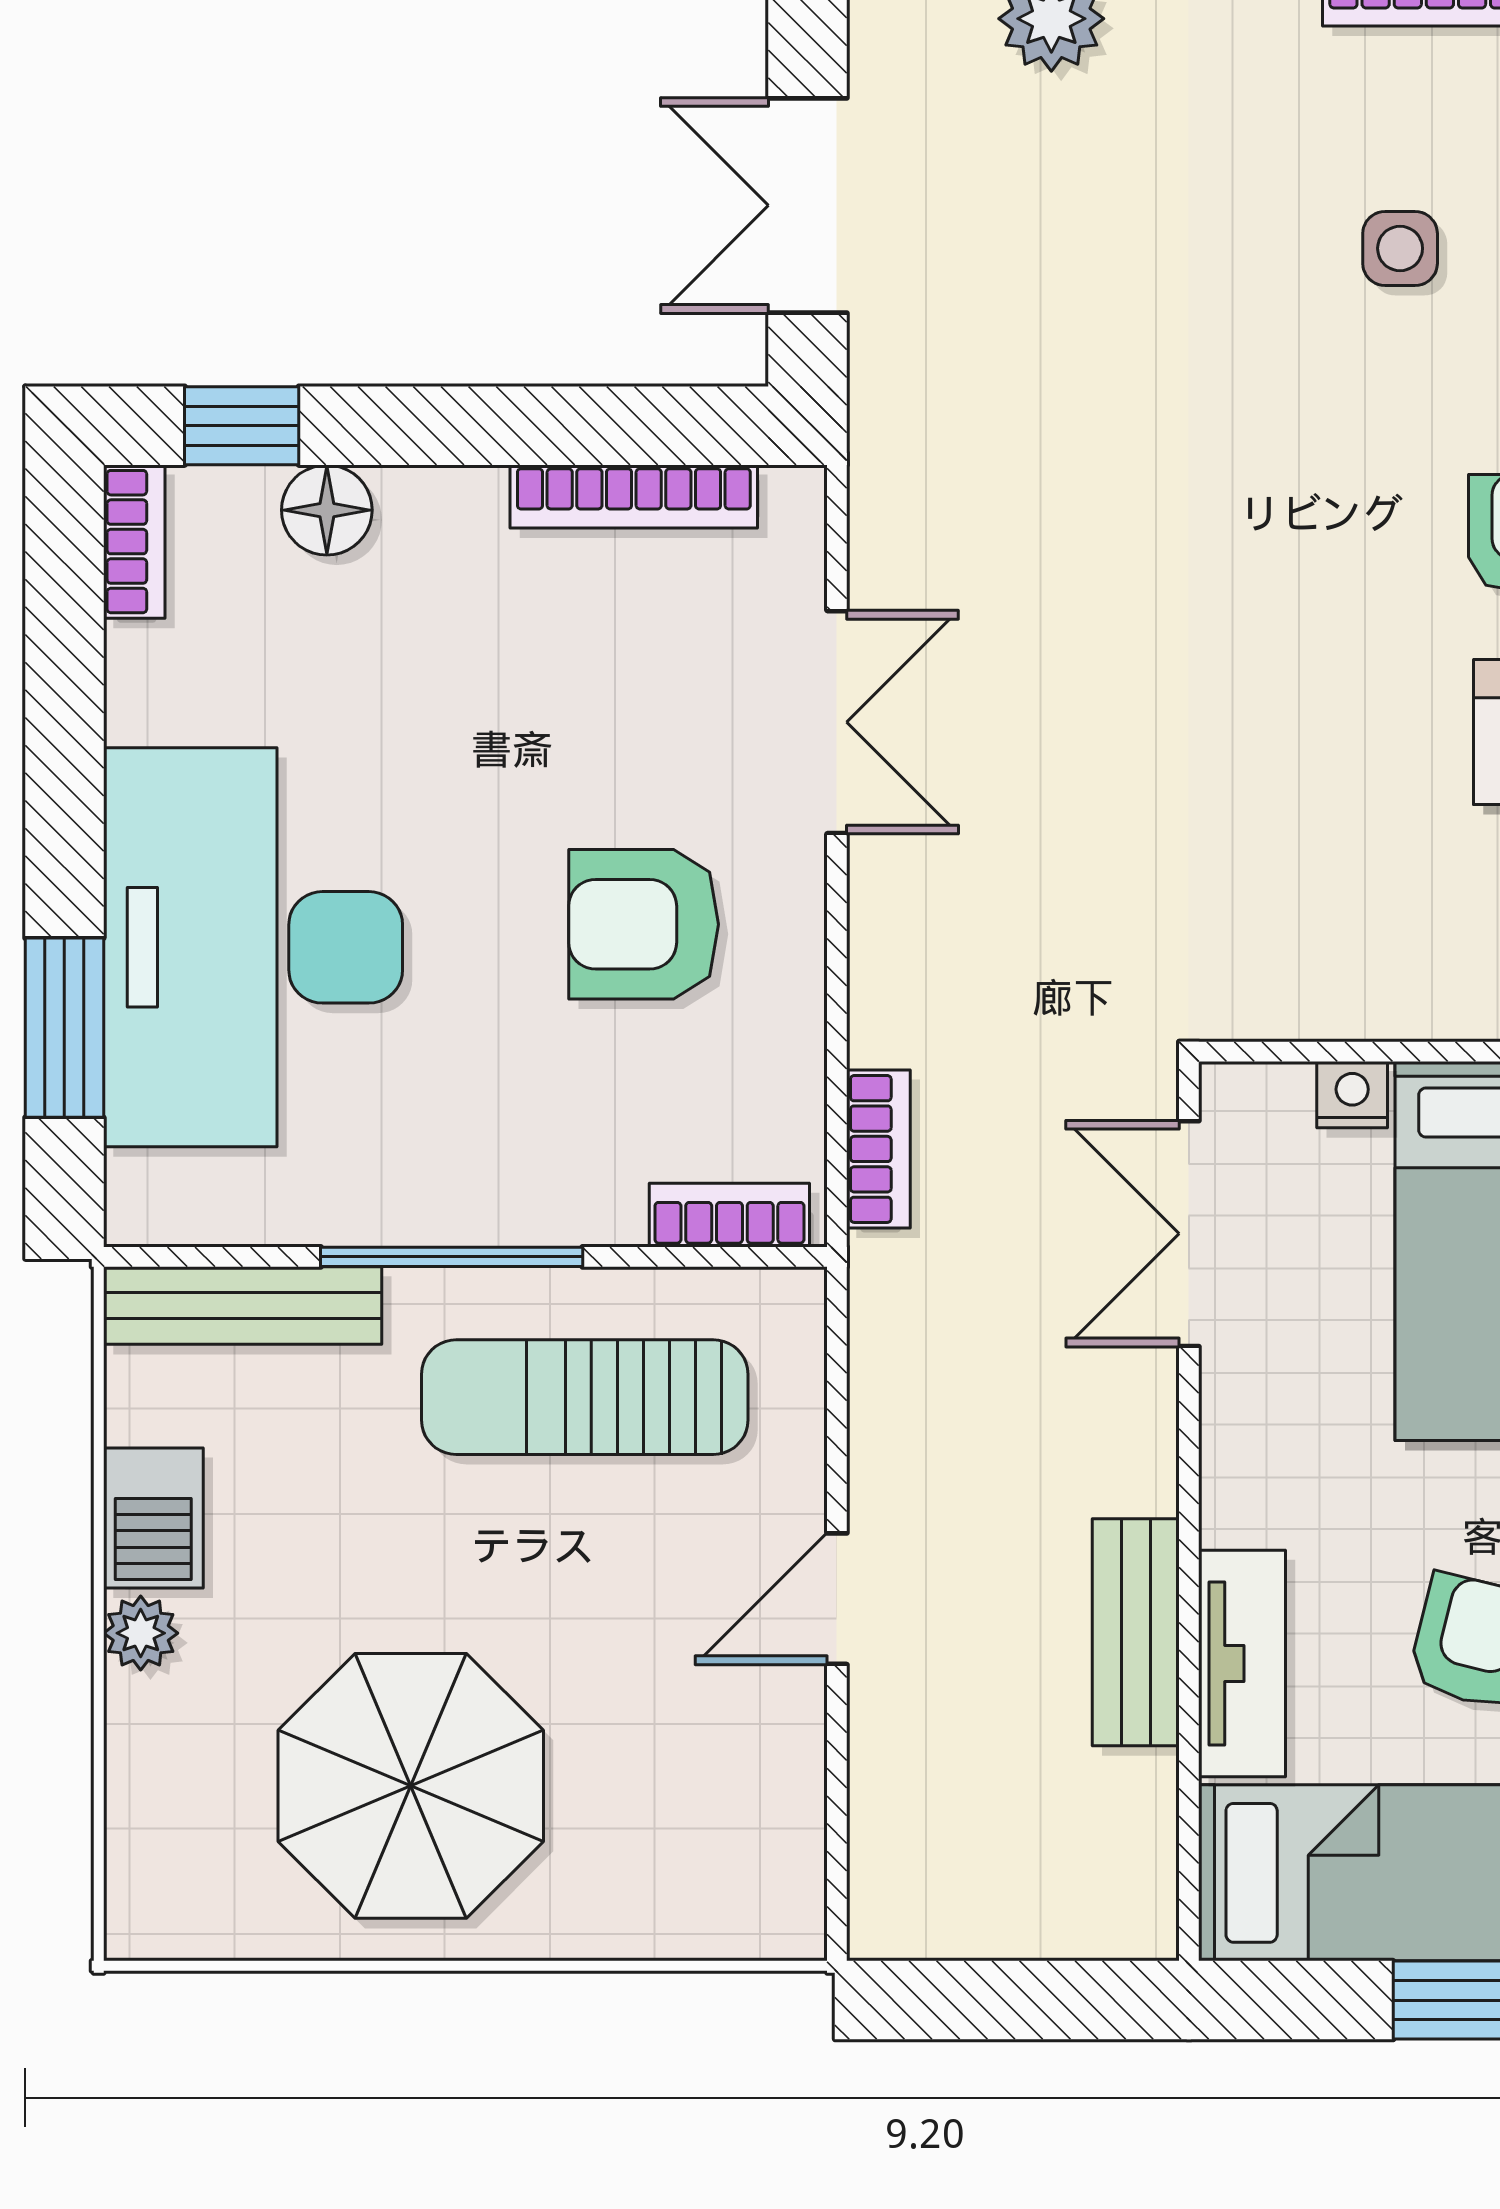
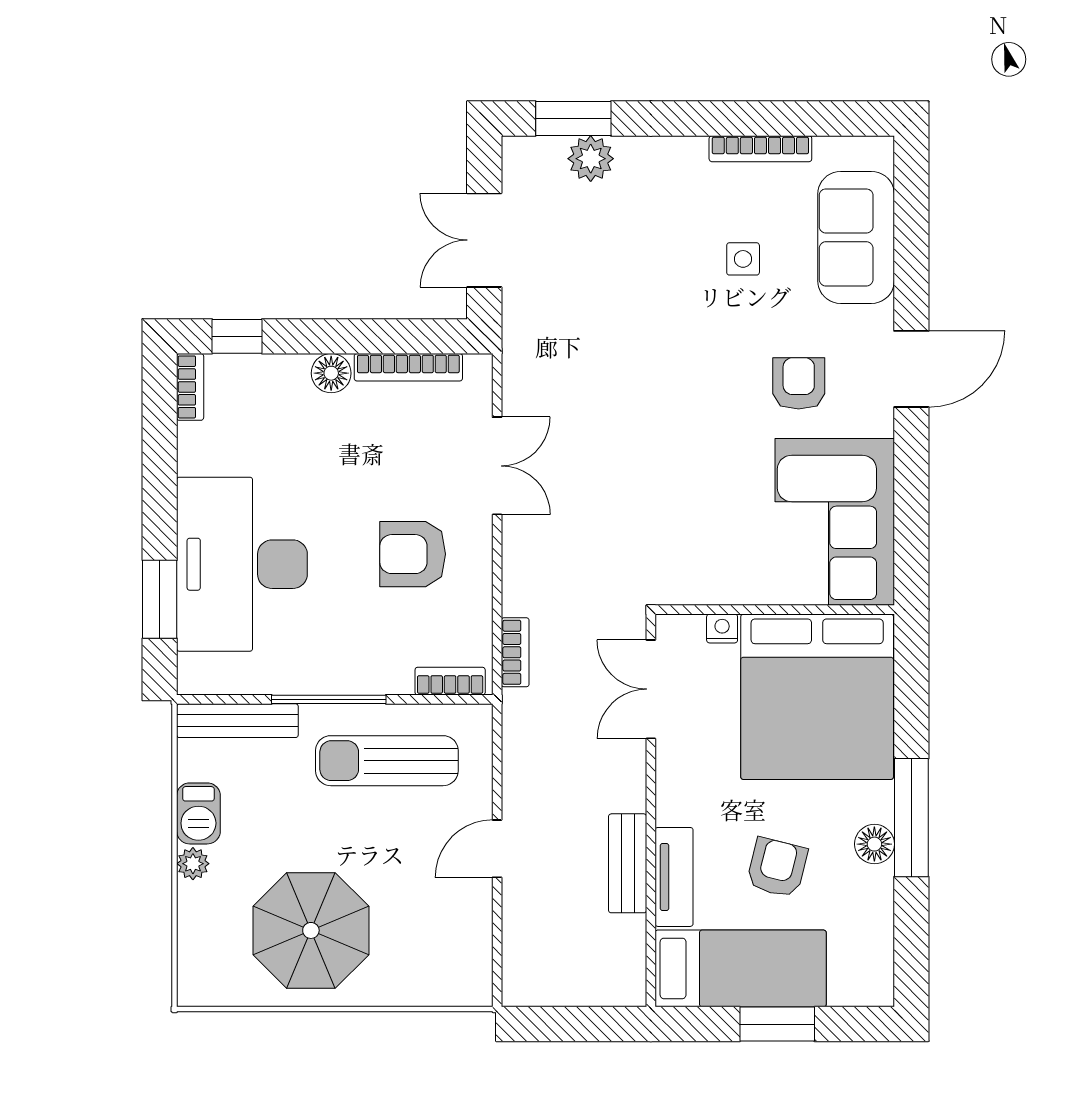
floor lamp: (327, 510) -> (331, 373), moved

